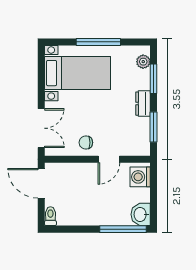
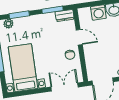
dresser: (143, 104) -> (65, 15), moved
washing machine: (140, 177) -> (98, 12), moved

